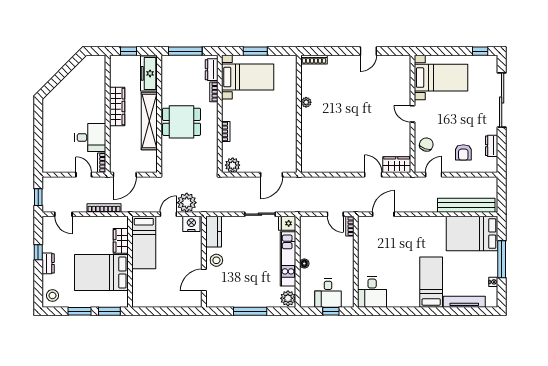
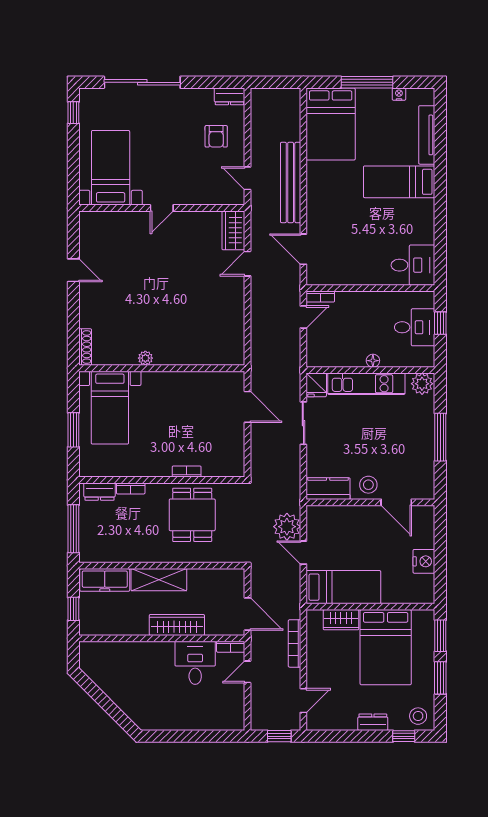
bed with nightstands: (248, 77) -> (110, 408), moved, turned 180
wardrobe: (117, 107) -> (177, 625), moved
shelving: (149, 121) -> (159, 580), width x0.68
dining table: (182, 122) -> (192, 515), moved
chair: (426, 145) -> (205, 189), removed
dresser: (492, 146) -> (229, 96), moved
armchair: (463, 152) -> (216, 136), turned 90
plant: (233, 165) -> (234, 462), removed
bench: (466, 205) -> (291, 182), moved
nightstand: (191, 224) -> (424, 561), moved, turned 180
window: (38, 252) -> (404, 736), moved

